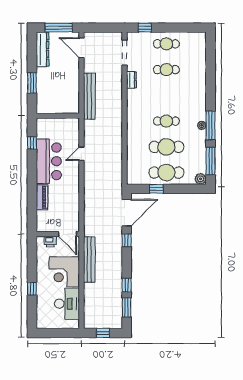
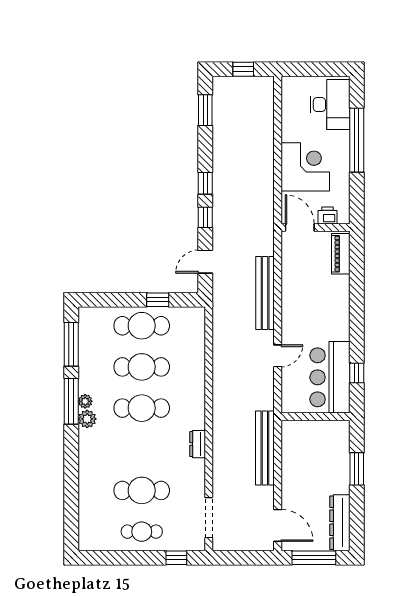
cafe table: (166, 70) -> (142, 490), width x1.37, depth x1.35
dresser: (131, 80) -> (198, 444), moved
cafe table: (166, 121) -> (142, 408), width x1.37, depth x1.35
bar counter: (49, 161) -> (330, 377), moved
plant: (201, 179) -> (87, 419), moved
piano: (42, 197) -> (341, 254), moved
door: (127, 213) -> (205, 262), width x0.53
bench: (89, 260) -> (265, 293), moved
window: (127, 285) -> (205, 183), moved
window: (32, 289) -> (357, 140), width x3.17
desk: (67, 304) -> (330, 105), moved, turned 180

